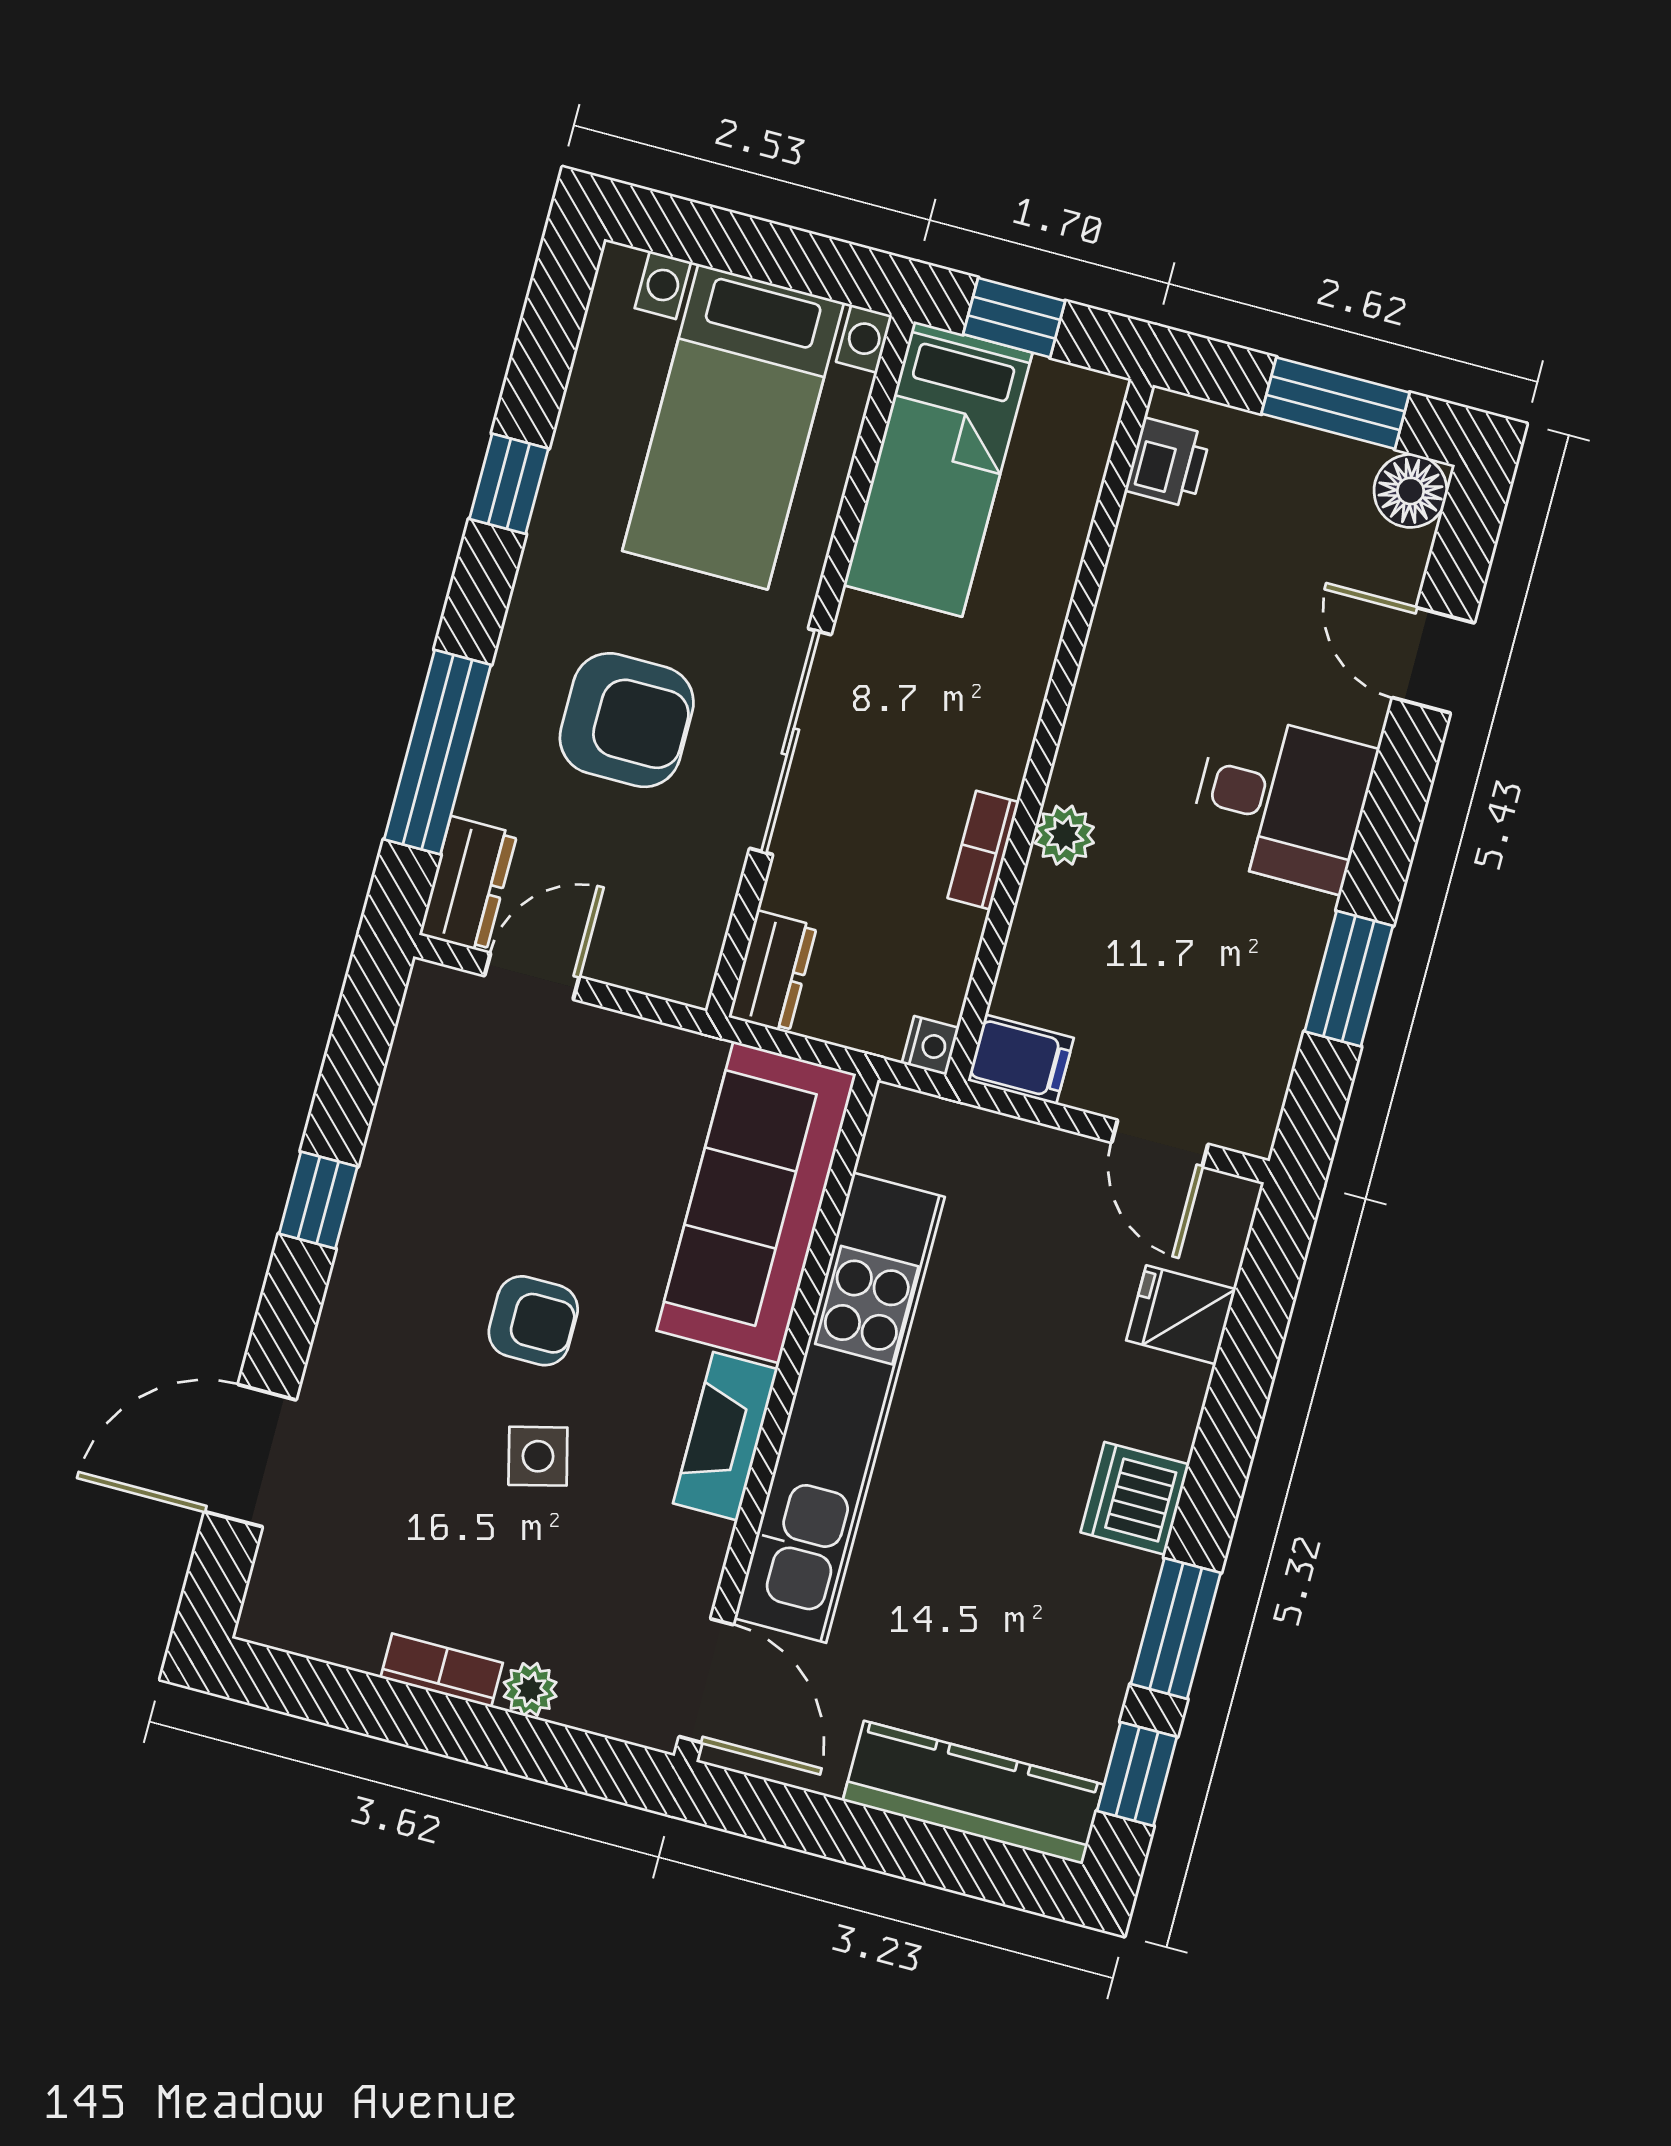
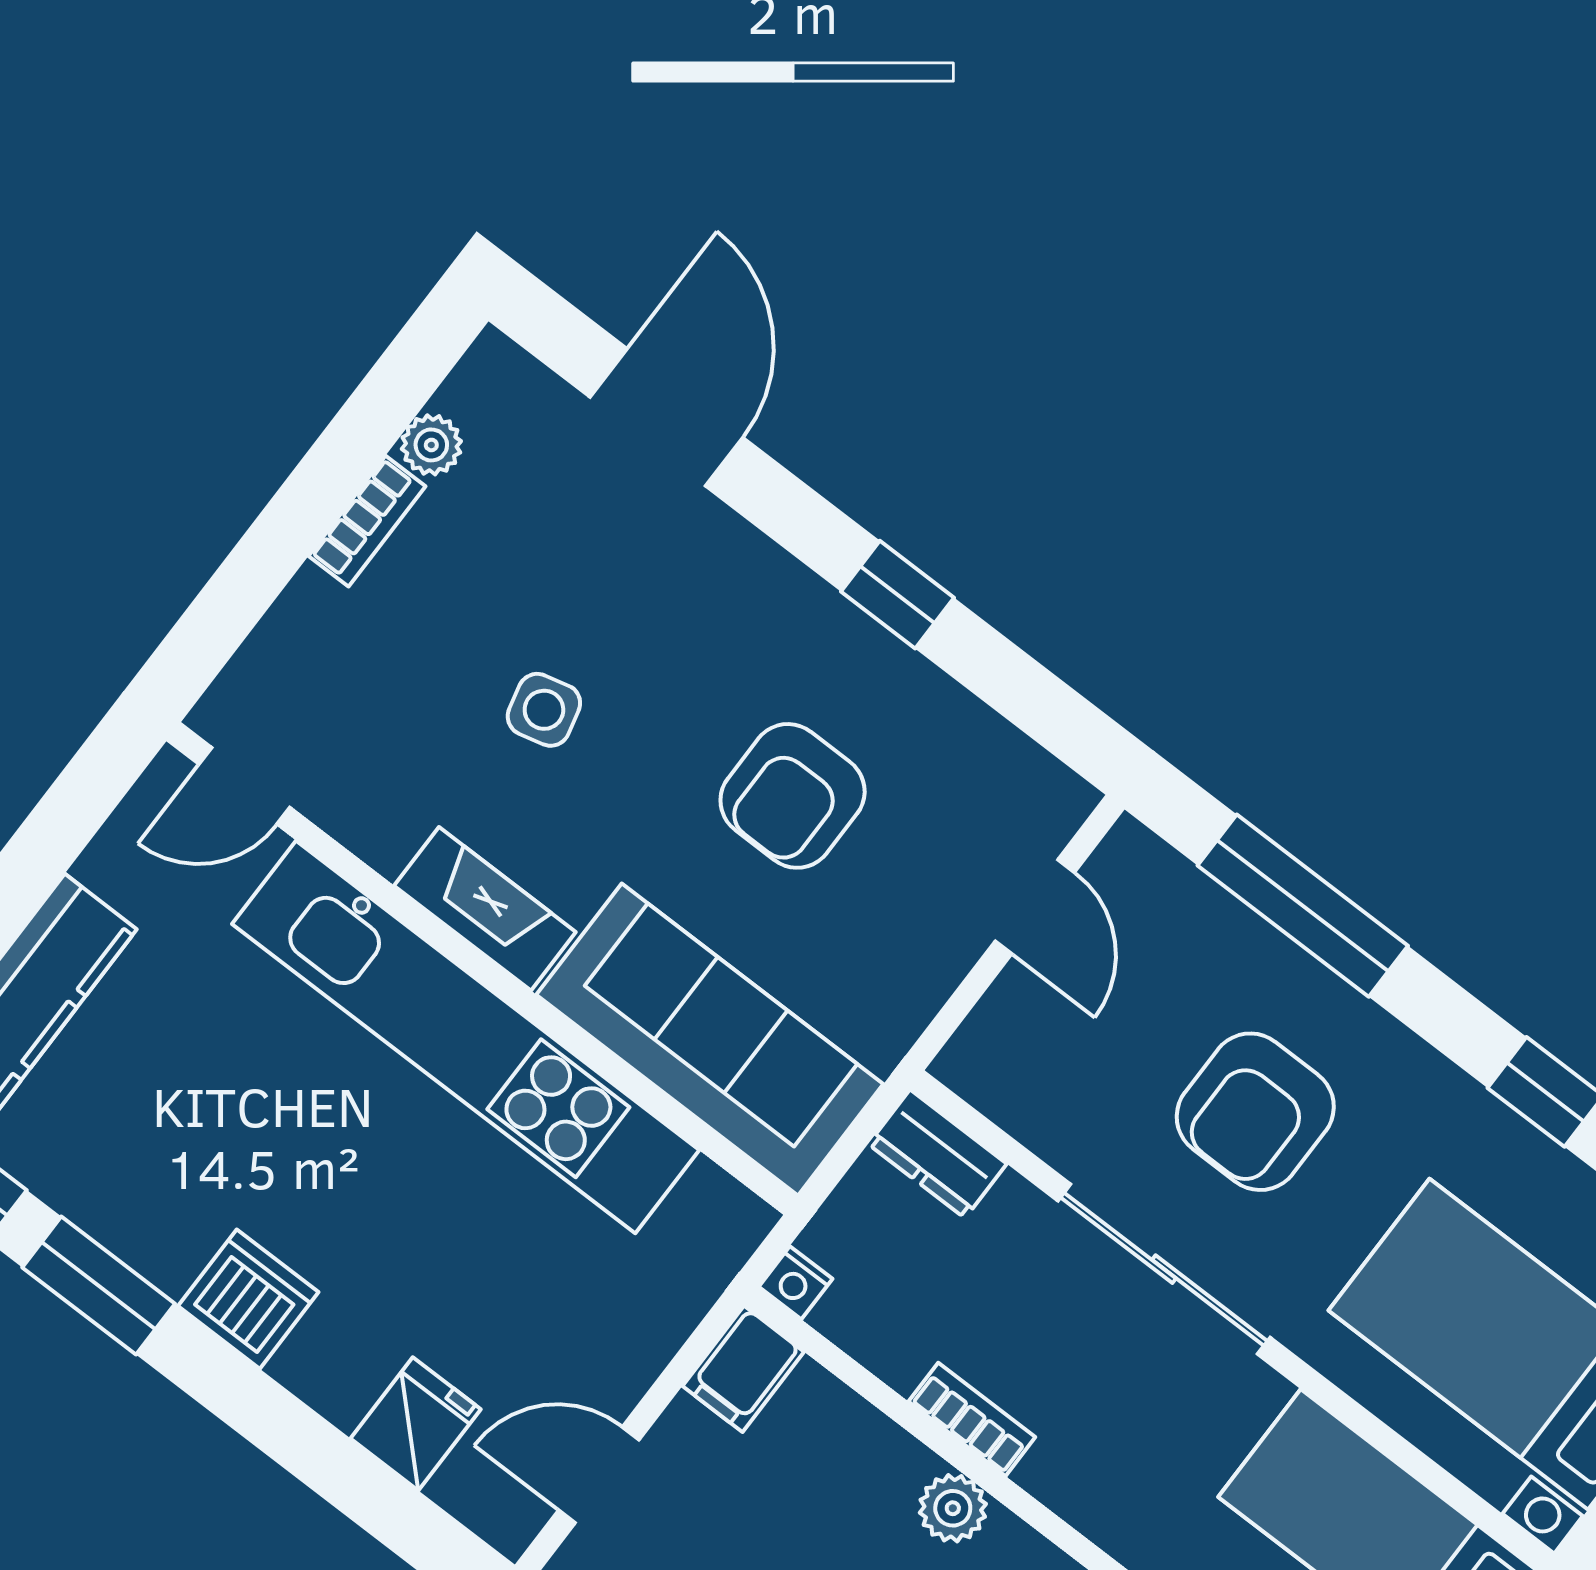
dresser: (468, 884) -> (1155, 881), removed
armchair: (533, 1321) -> (793, 796), moved, width x1.38, depth x1.38
door: (706, 1681) -> (244, 786), width x0.73
plant: (530, 1689) -> (431, 445), moved

